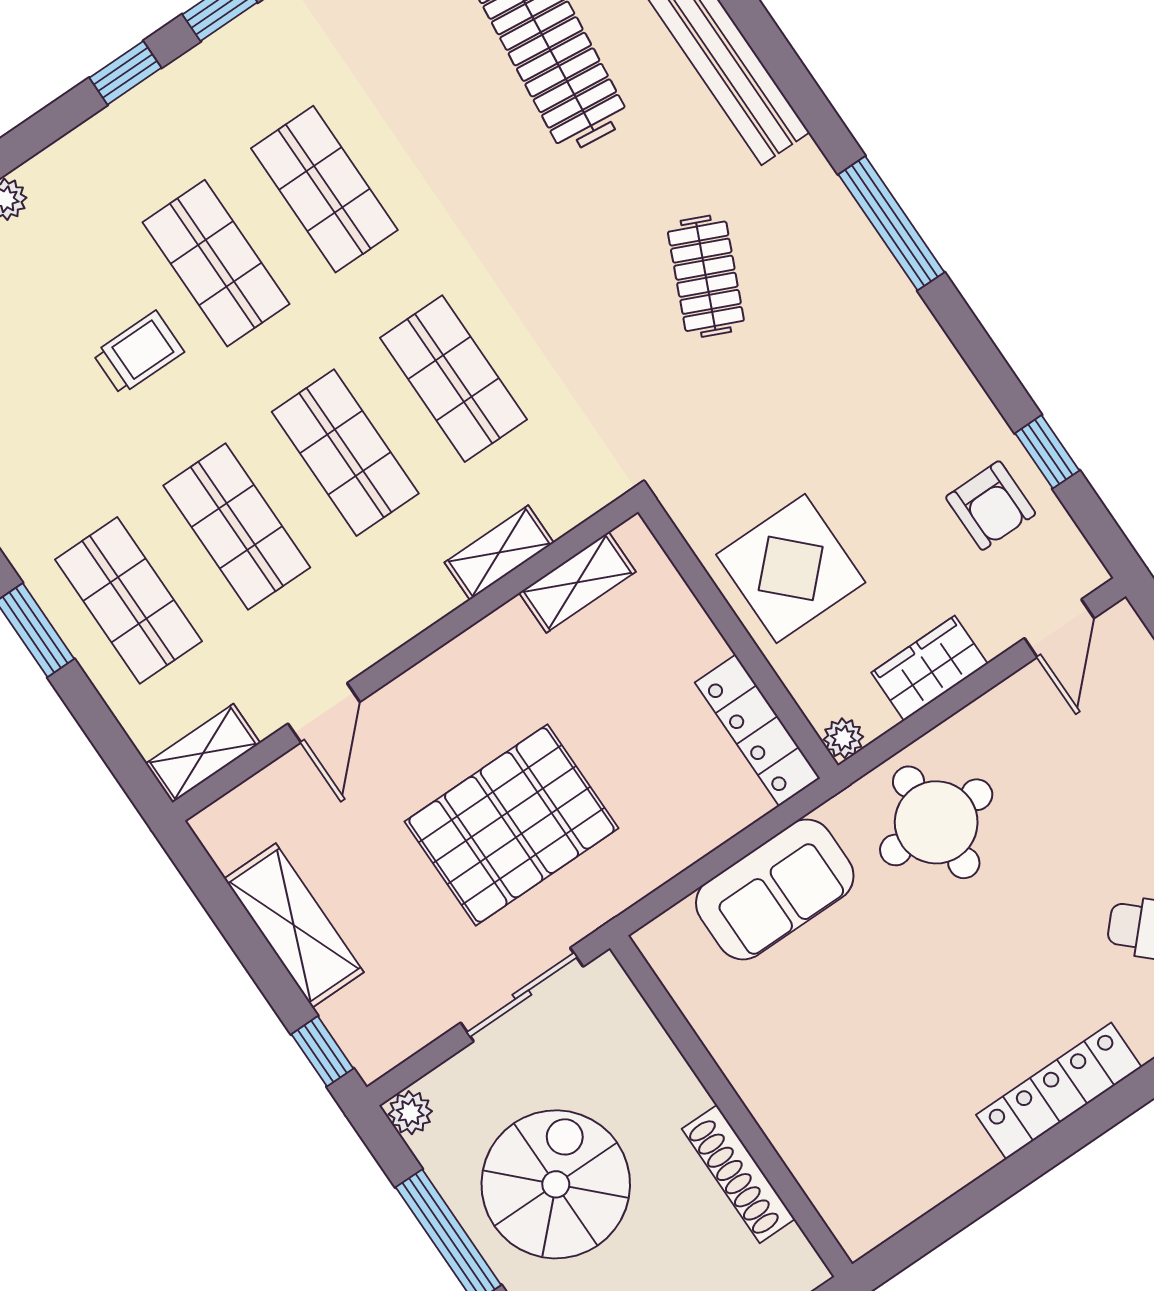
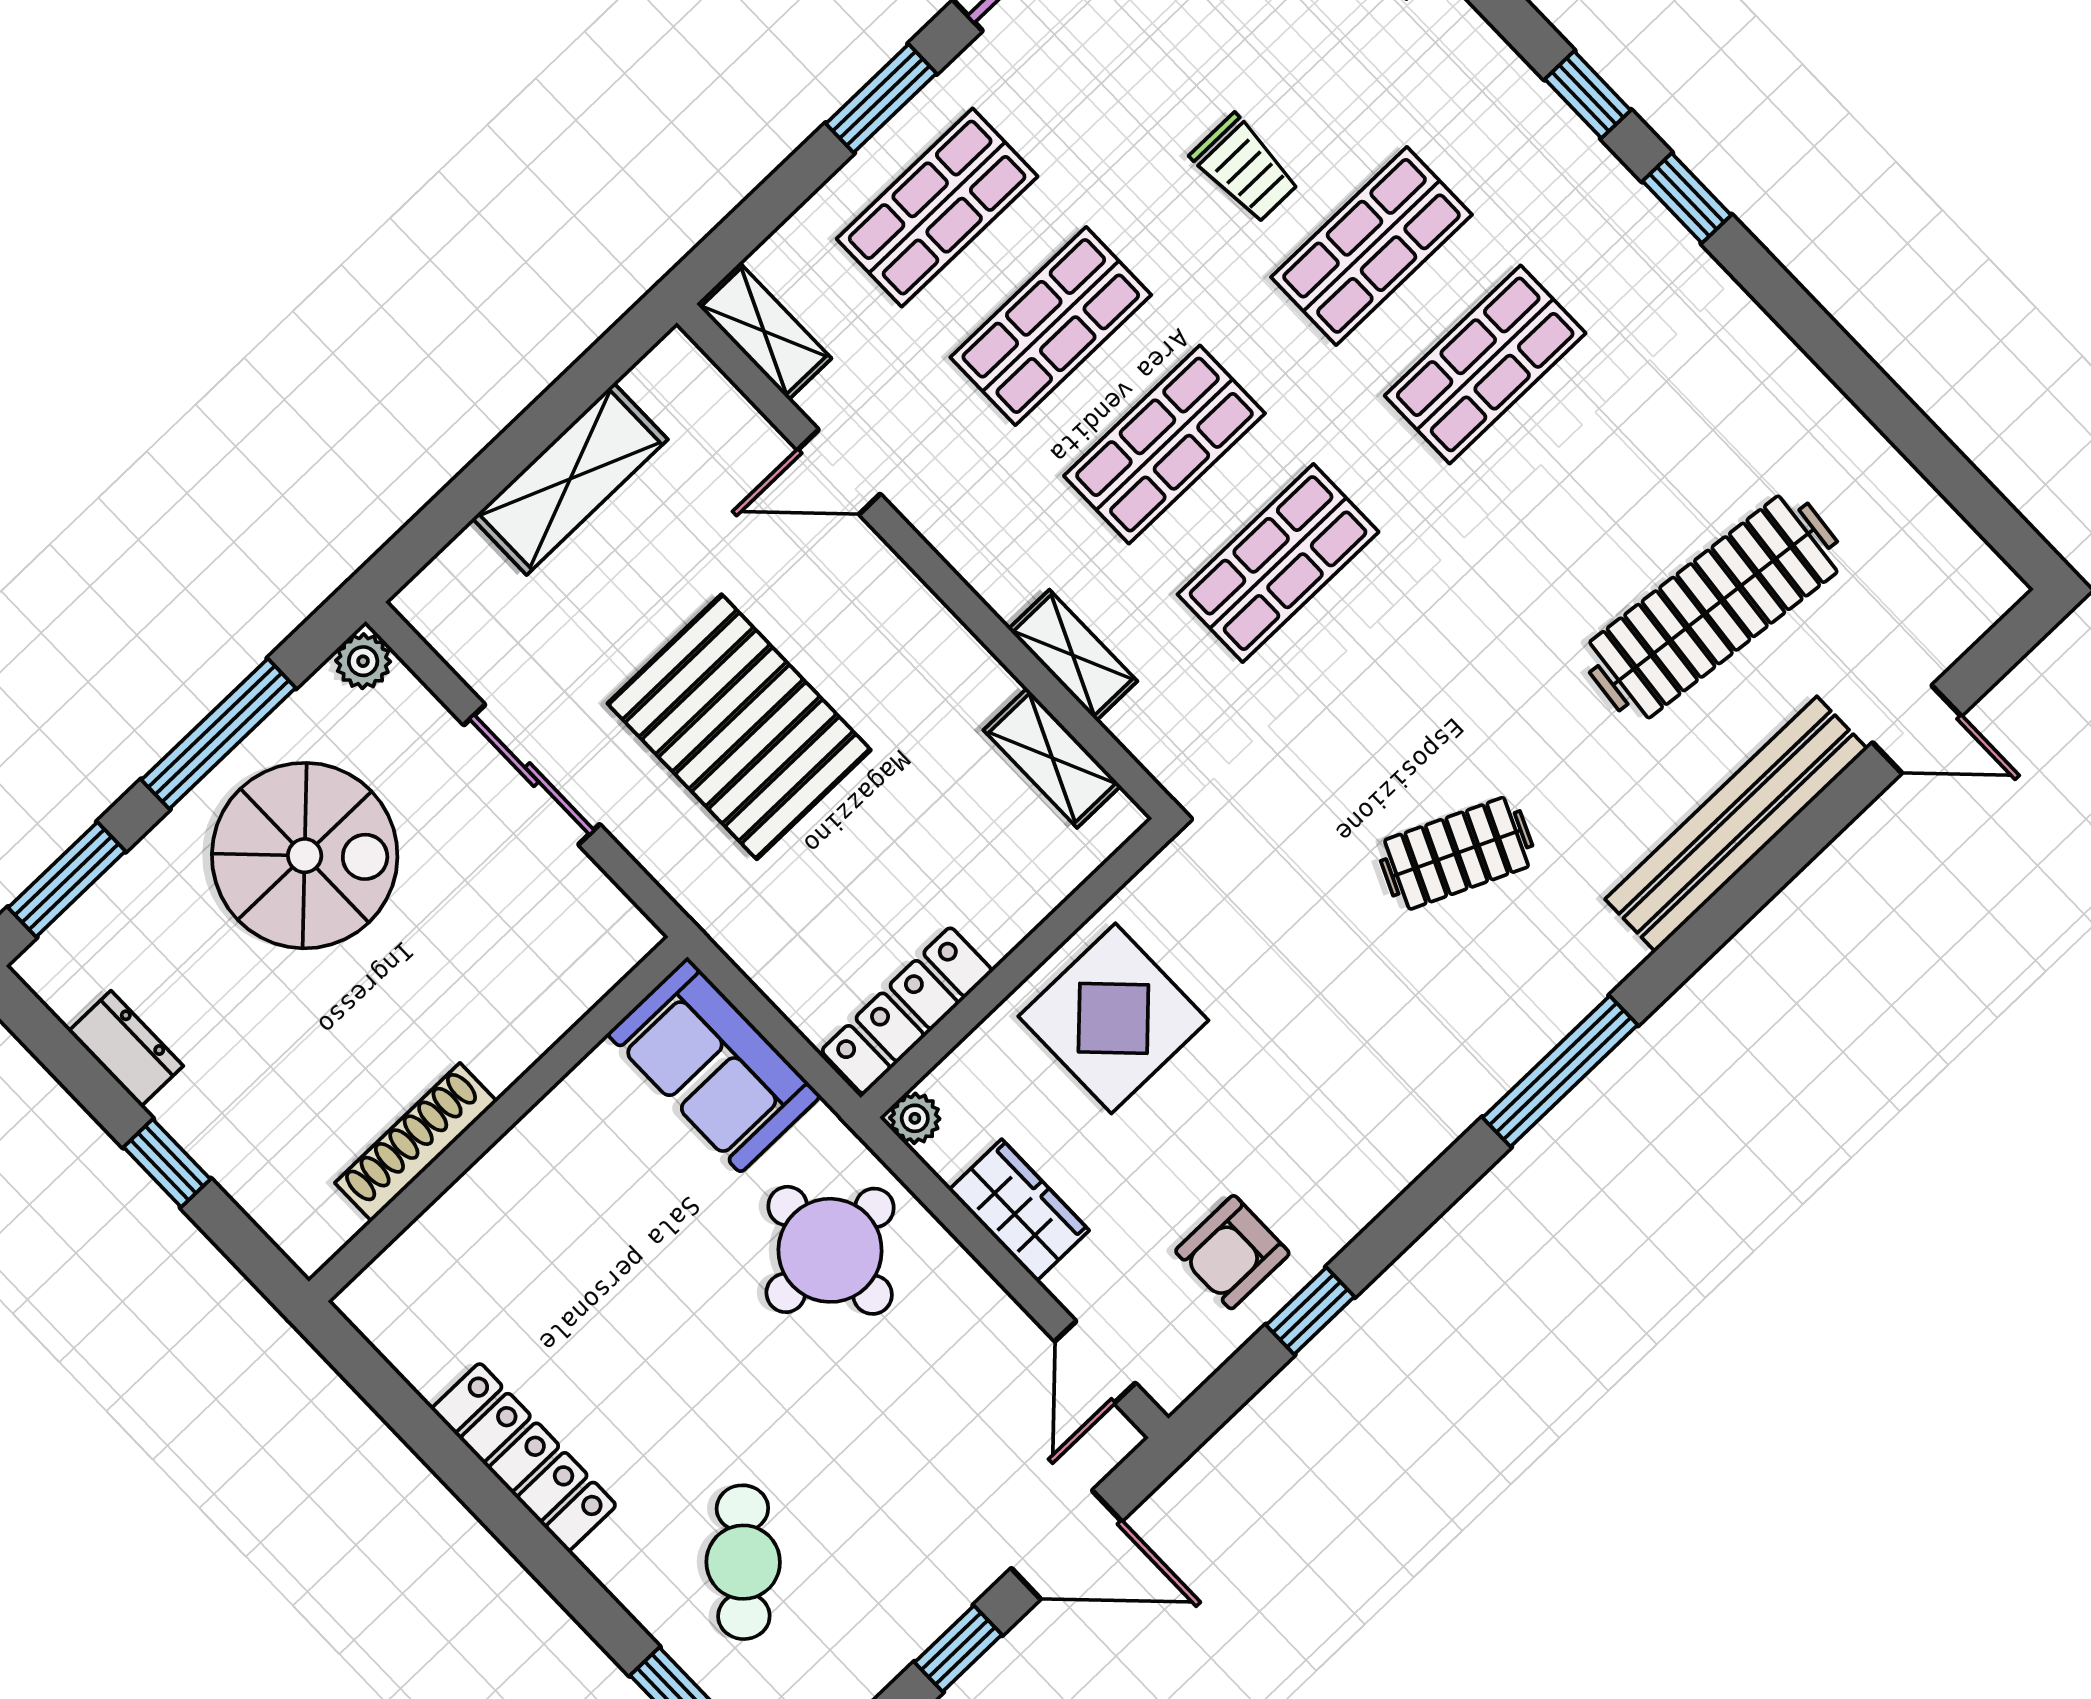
door: (1059, 628) -> (1095, 1362), hinge flipped
window: (322, 1051) -> (421, 540), removed
wall: (731, 1106) -> (498, 1119), moved
shoe rack: (738, 1174) -> (416, 1142), moved

